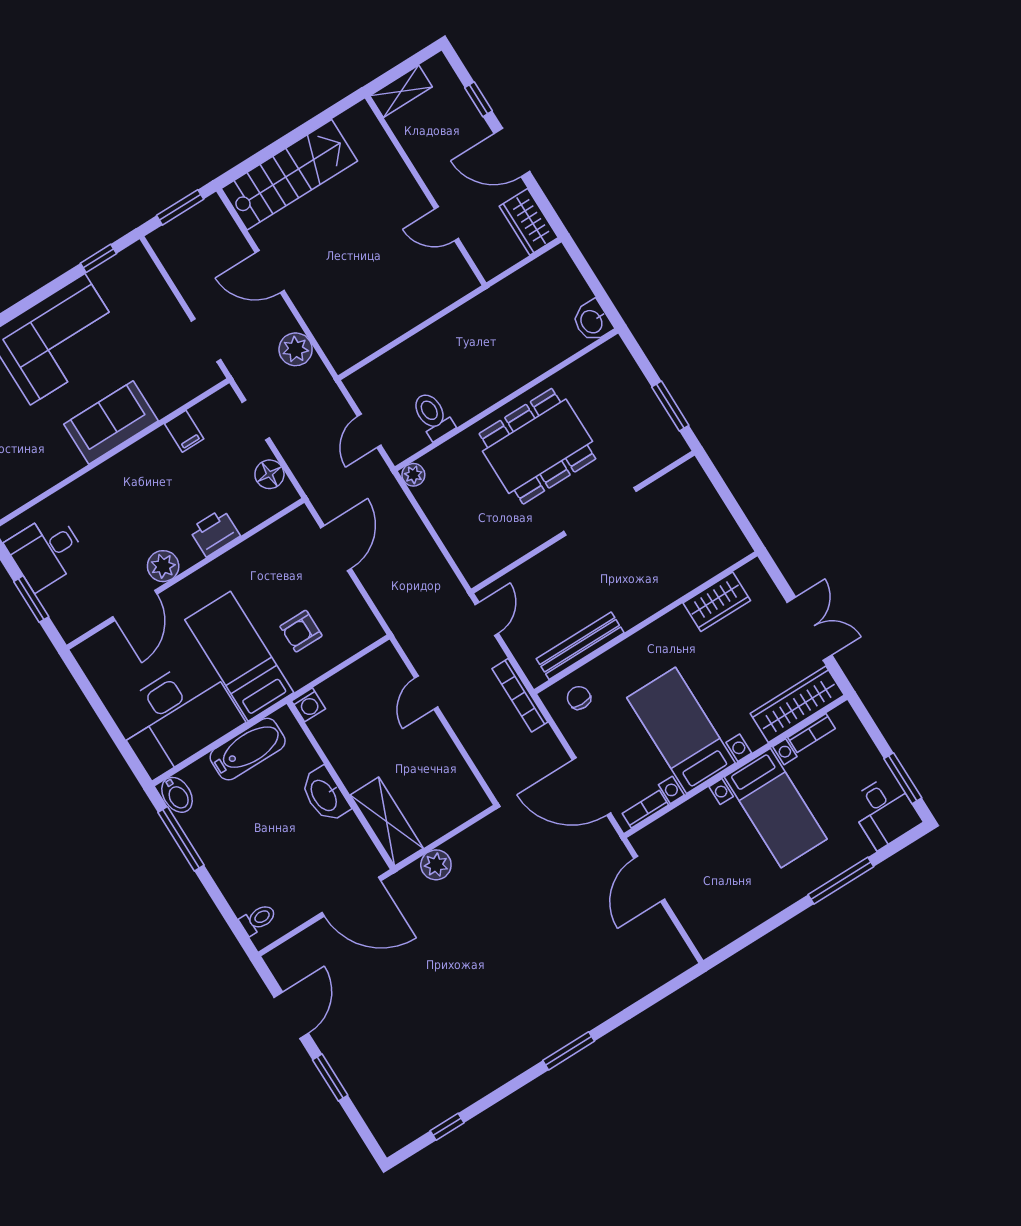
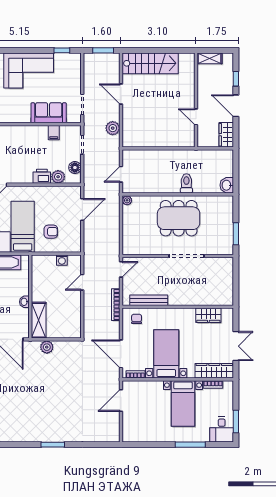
toilet: (433, 416) -> (186, 183), moved
sofa: (111, 422) -> (49, 113), moved
plant: (163, 566) -> (58, 177), moved
armchair: (301, 631) -> (51, 232), turned 180
washing machine: (309, 705) -> (62, 260), moved
washbasin: (325, 795) -> (24, 302), width x0.52, depth x0.69

